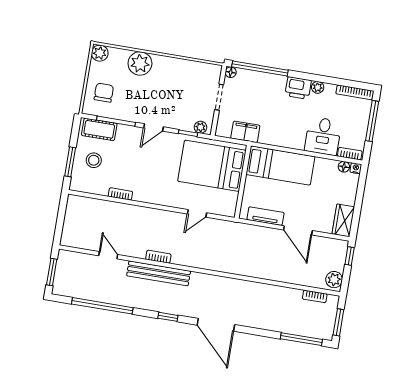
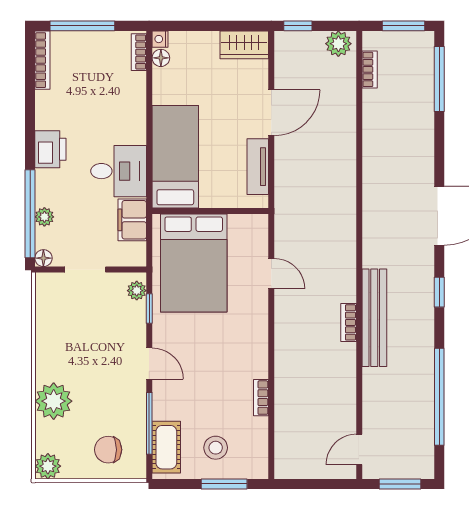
plant: (318, 87) -> (44, 217), moved
desk: (323, 136) -> (119, 171), moved
door: (108, 255) -> (359, 449), moved

